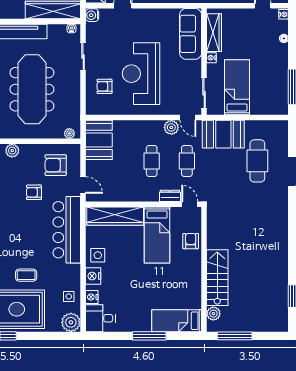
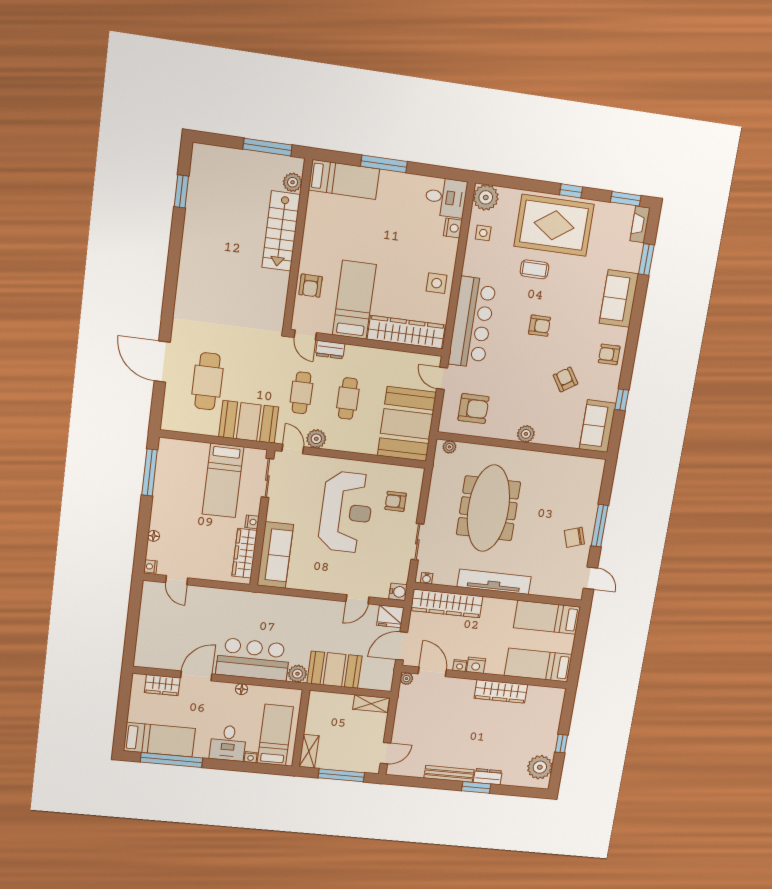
armchair: (104, 86) -> (396, 501), turned 180
booth: (99, 140) -> (407, 424), width x1.36, depth x1.42
armchair: (34, 192) -> (539, 326), moved
nightstand: (93, 276) -> (447, 256), removed

